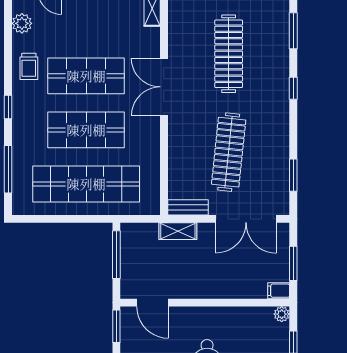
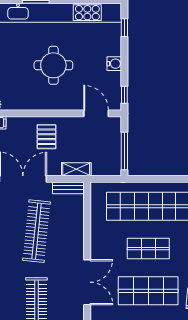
shop shelf: (86, 130) -> (148, 249), width x0.70, depth x0.74
pallet: (216, 273) -> (47, 137), added
window: (116, 326) -> (124, 95), width x0.67

